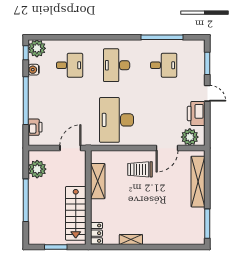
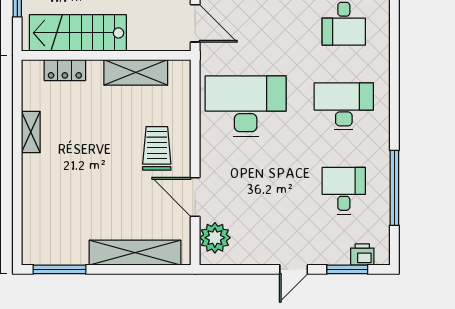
desk: (164, 65) -> (344, 191), turned 180
printer: (196, 114) -> (362, 254), moved, width x0.53, depth x0.68
locker: (96, 233) -> (65, 70), moved

